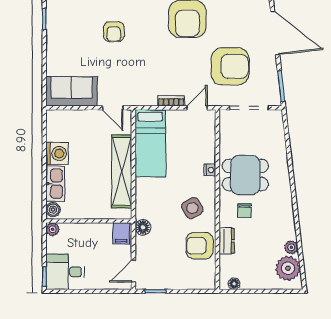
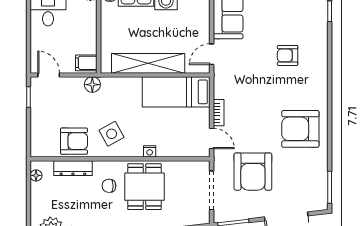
dresser: (227, 241) -> (73, 168), width x1.44
armchair: (200, 246) -> (74, 141), turned 90

